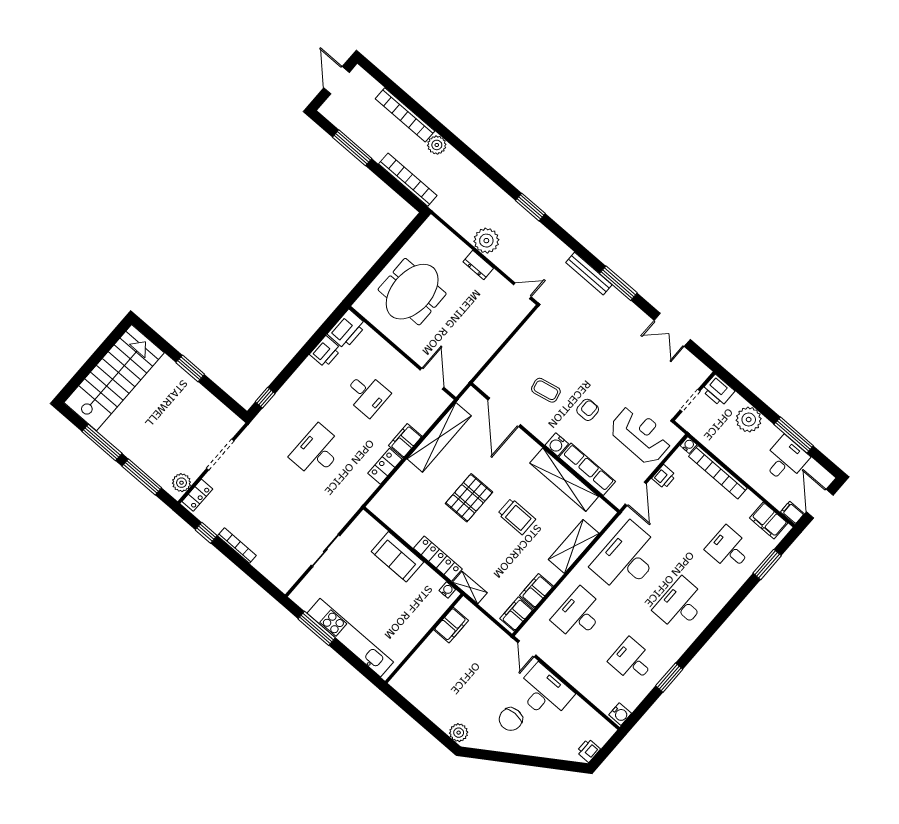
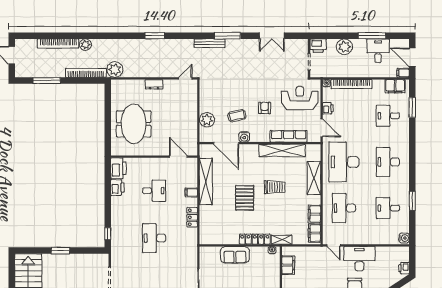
plant: (486, 241) -> (115, 69), moved
plant: (505, 364) -> (207, 120), added
filing cabinet: (405, 441) -> (191, 192), width x0.50
water cooler: (557, 445) -> (244, 137), moved

